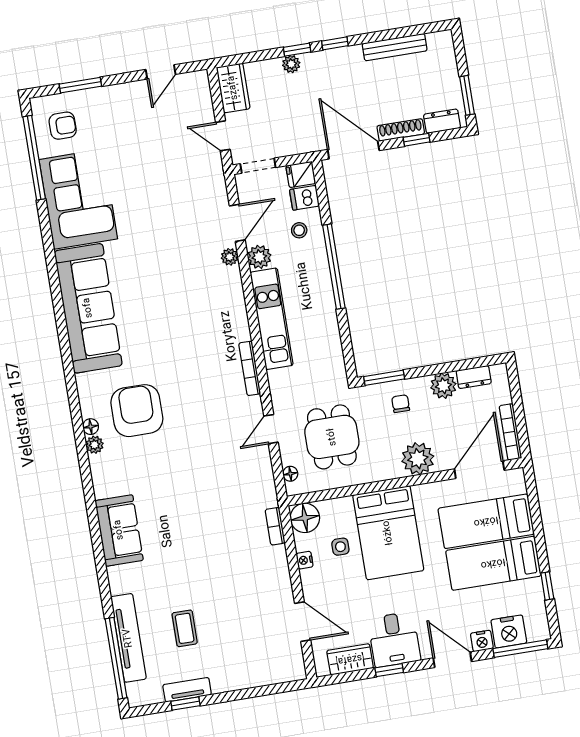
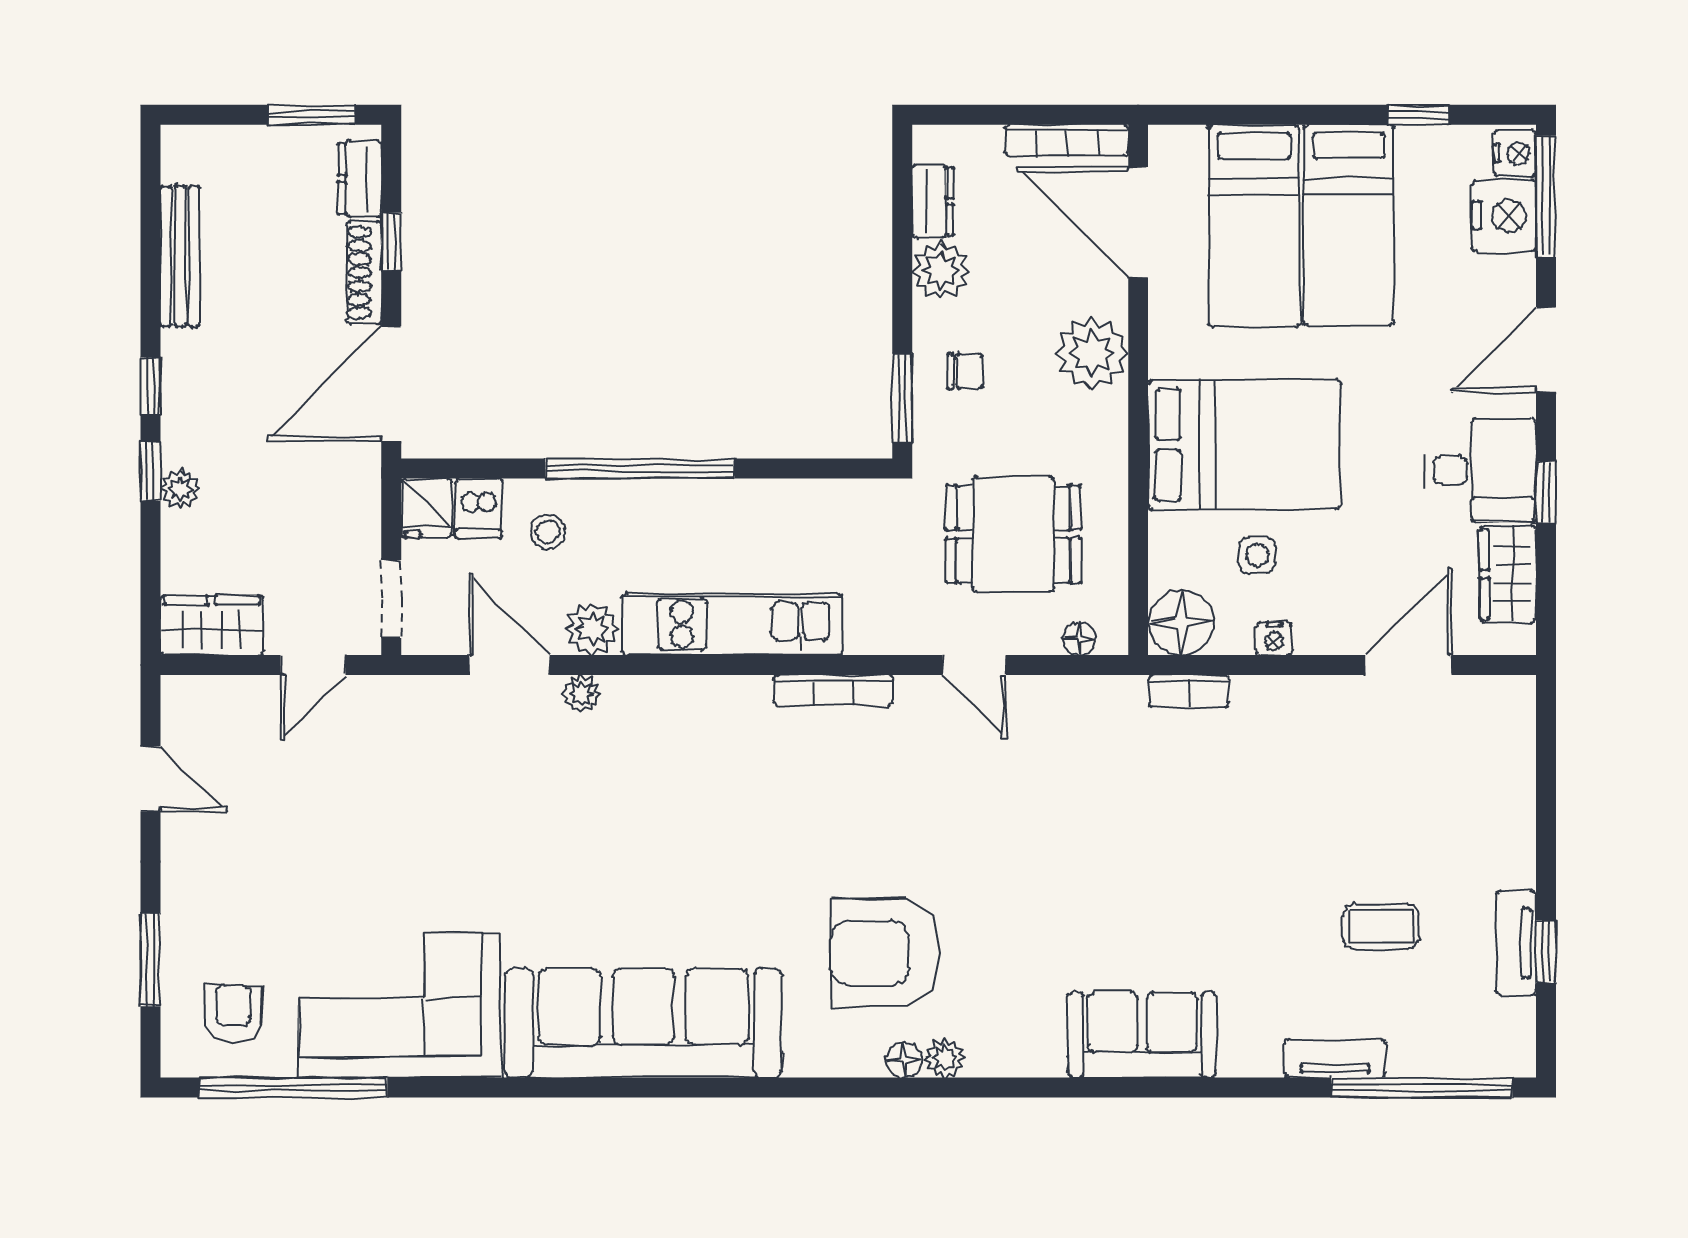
chair: (401, 404) -> (965, 371), turned 180
tv unit: (128, 638) -> (1335, 1059), width x0.52, depth x0.78
nightstand: (482, 641) -> (1515, 153), moved

